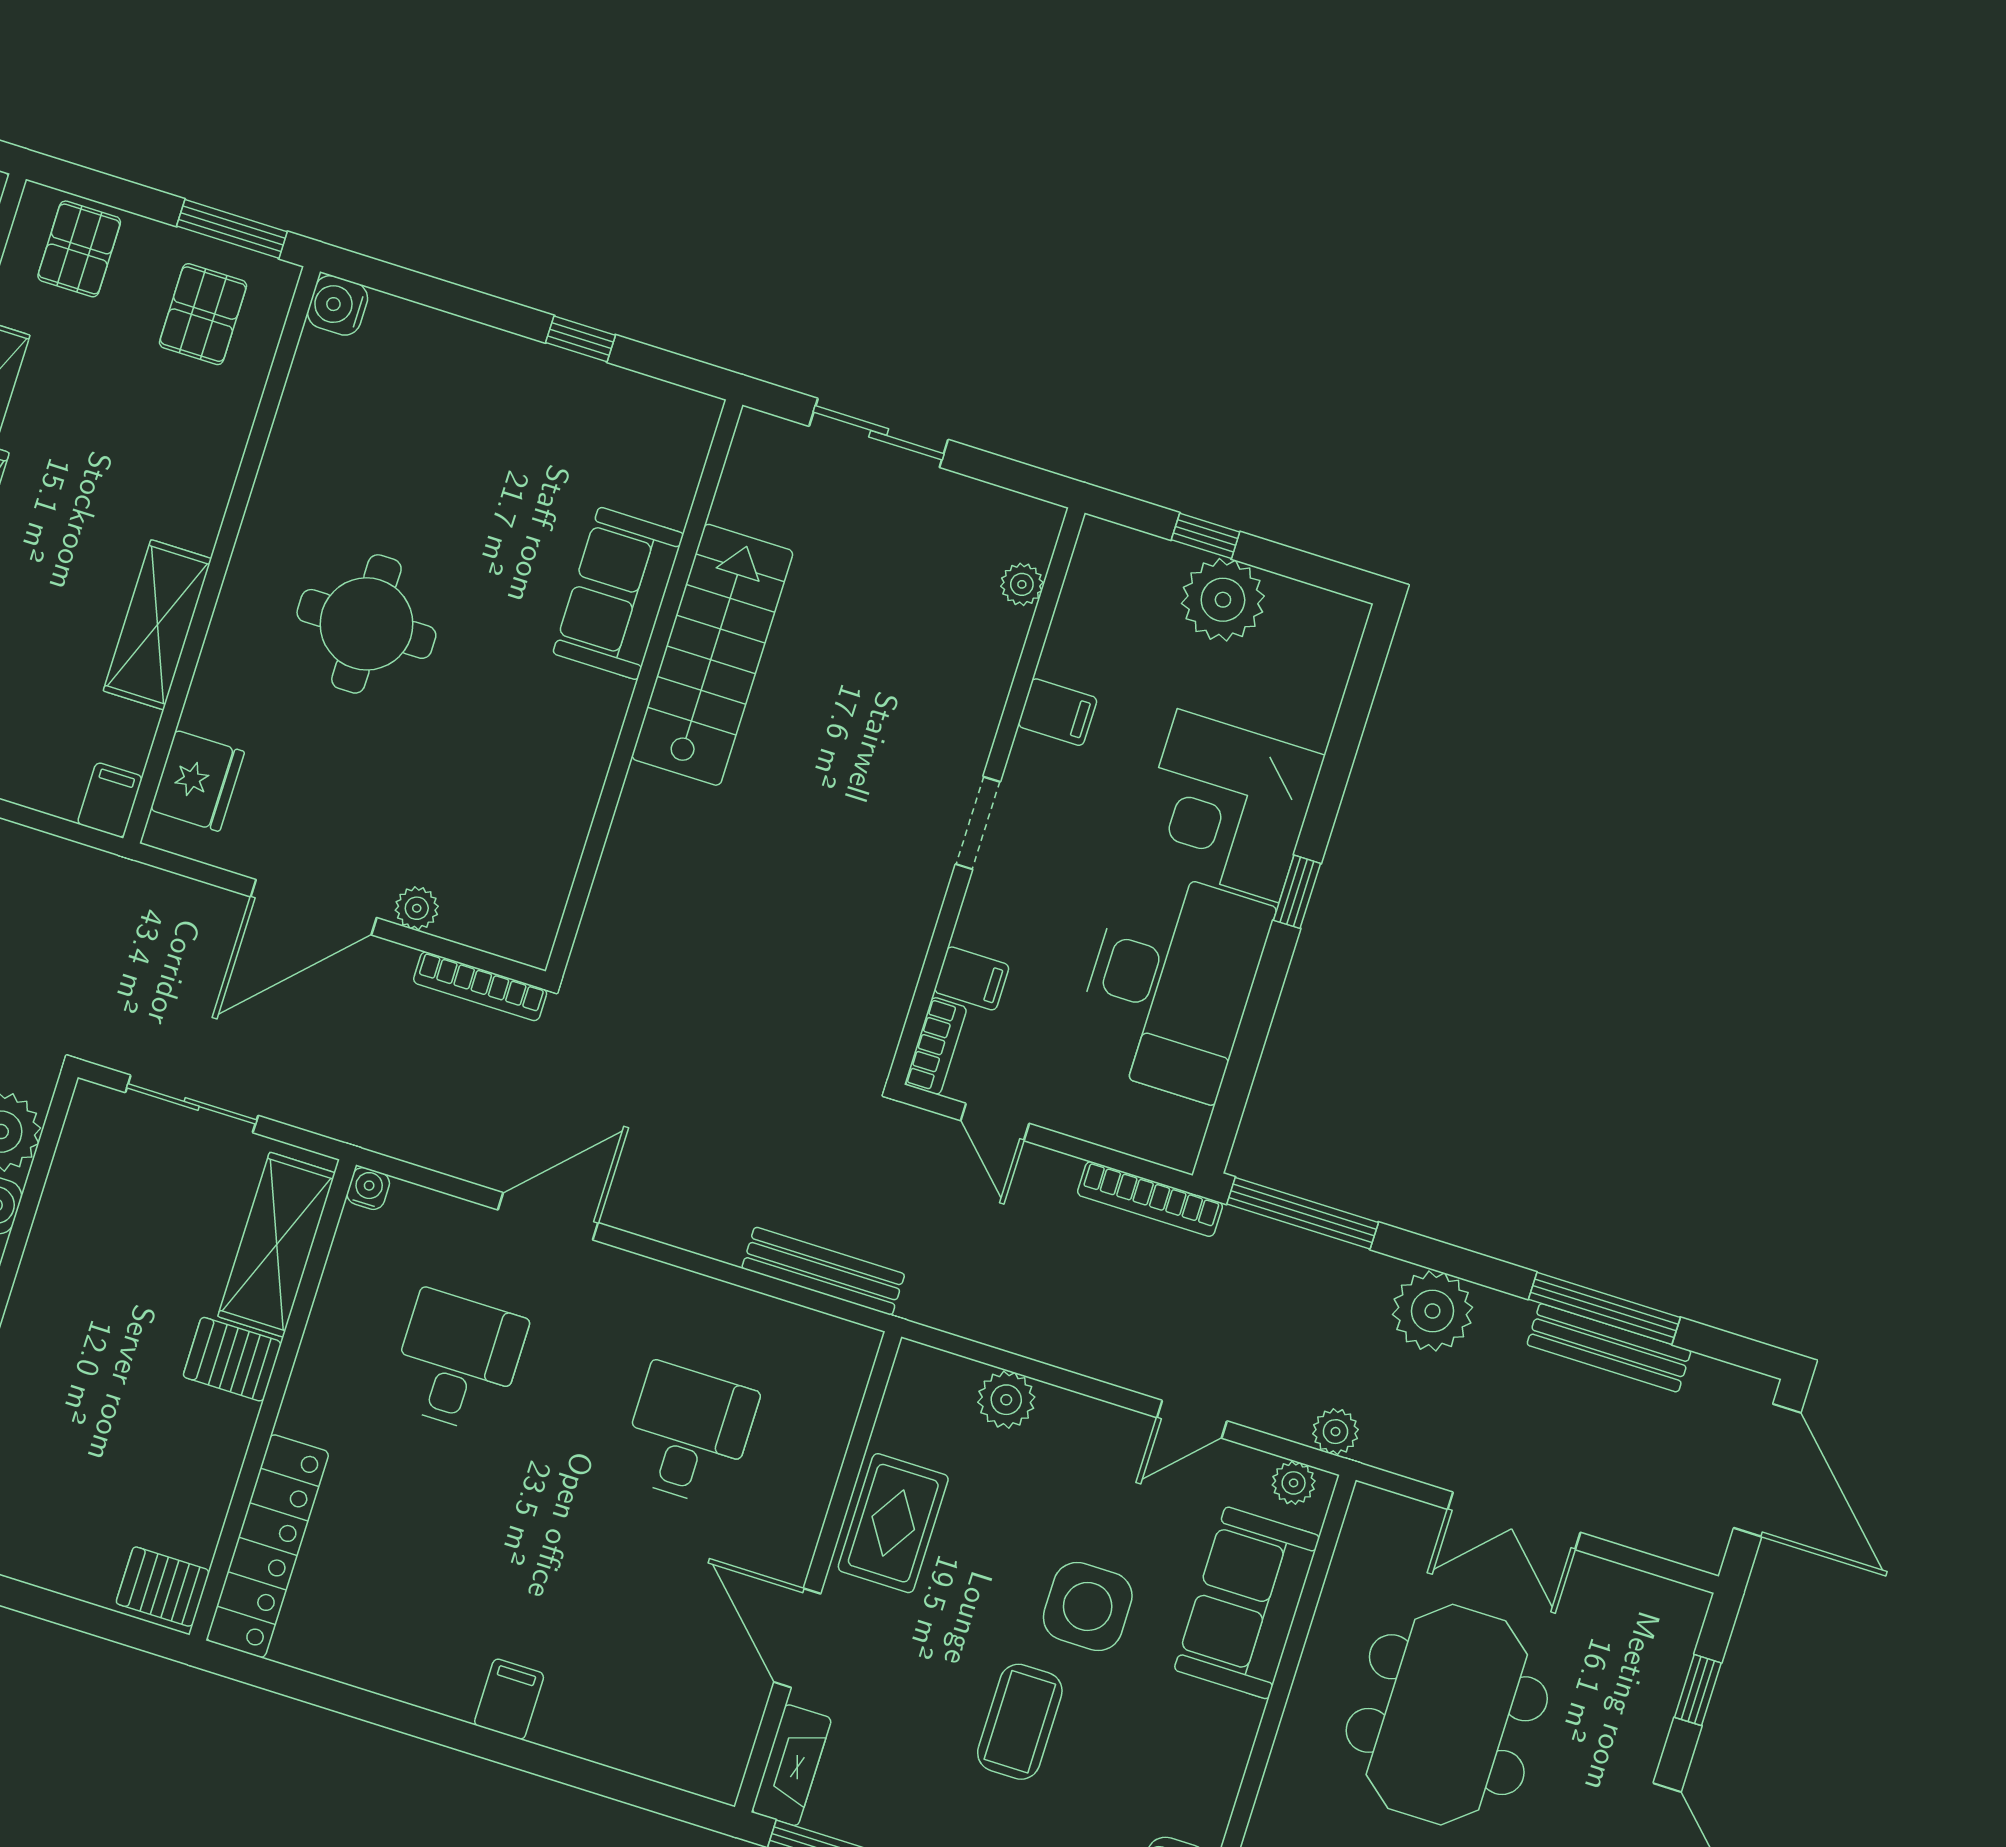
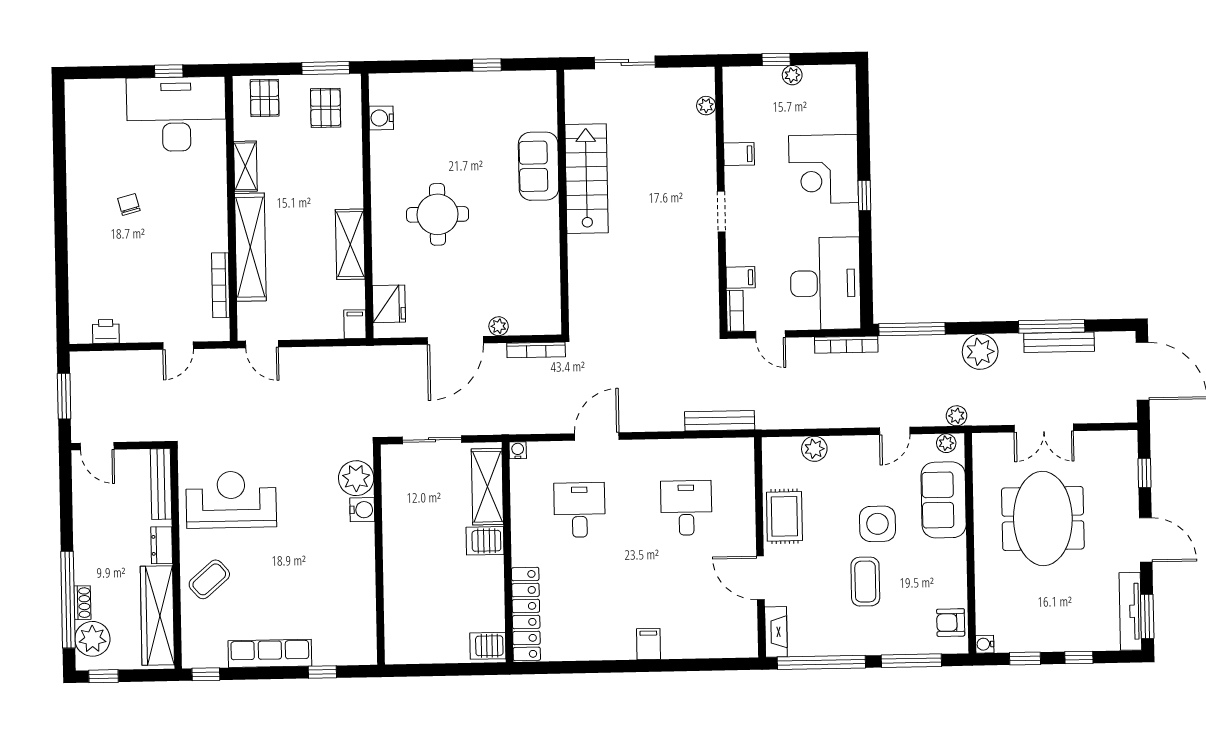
water cooler: (338, 305) -> (381, 118), moved
plant: (1223, 600) -> (792, 75), width x0.53, depth x0.53
desk: (1171, 984) -> (825, 283), moved

